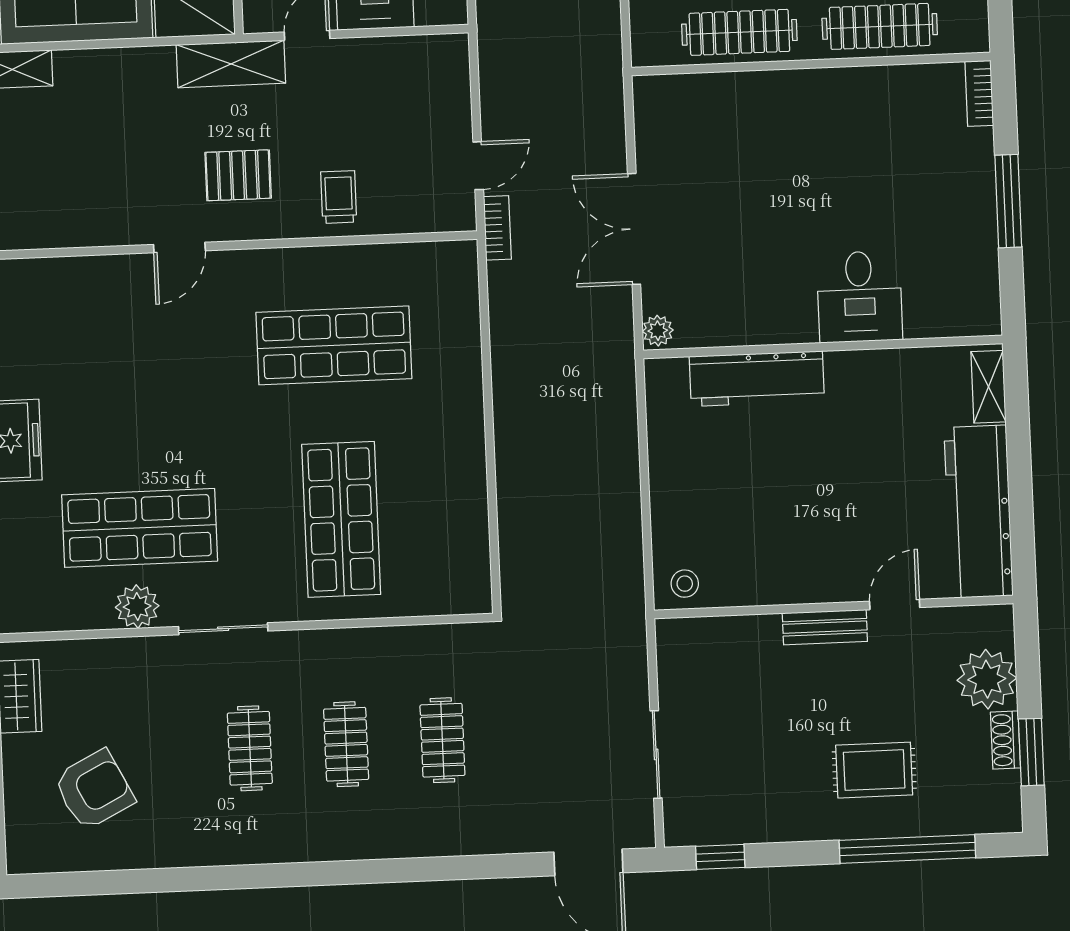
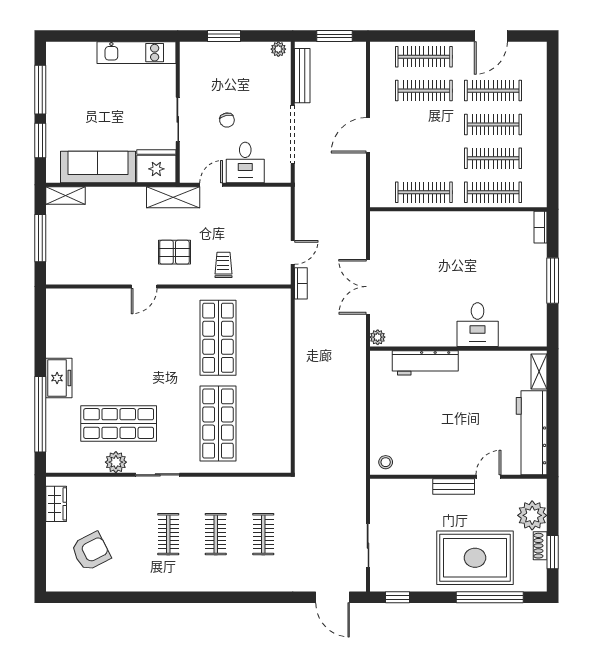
shop shelf: (334, 345) -> (218, 338), turned 90
rug: (874, 770) -> (475, 558), width x1.86, depth x2.06

